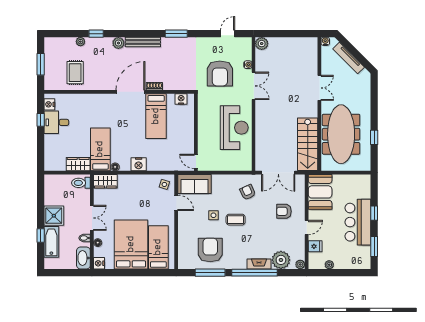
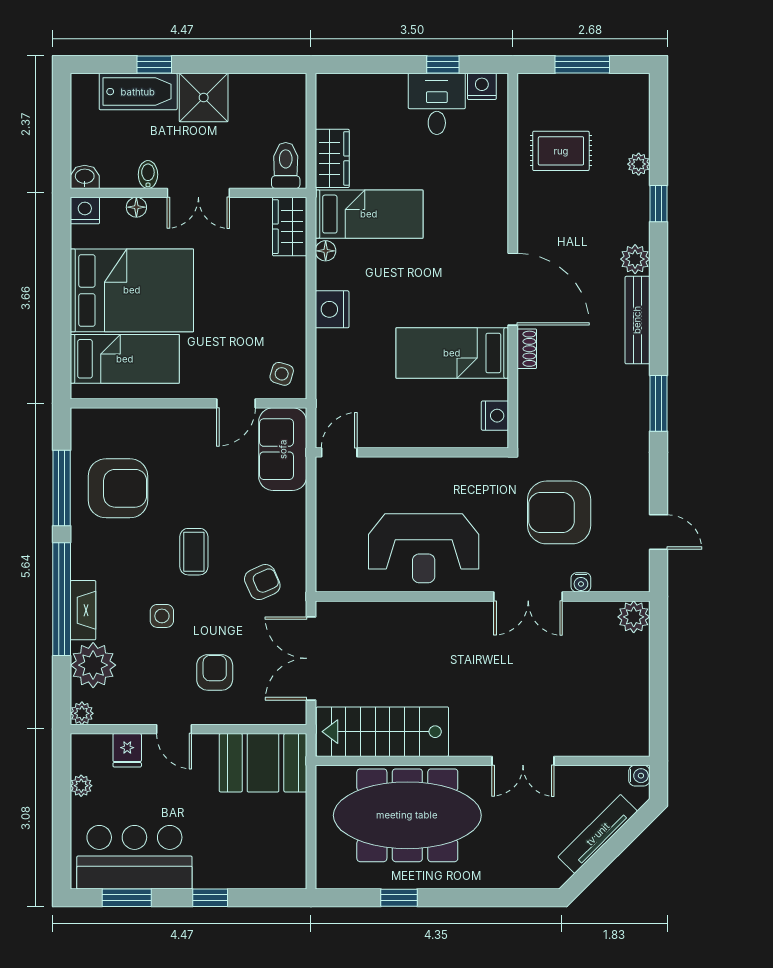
side table: (213, 215) -> (162, 616), moved
bar counter: (358, 222) -> (134, 857), moved
washbasin: (83, 258) -> (85, 177), width x0.52, depth x0.69

